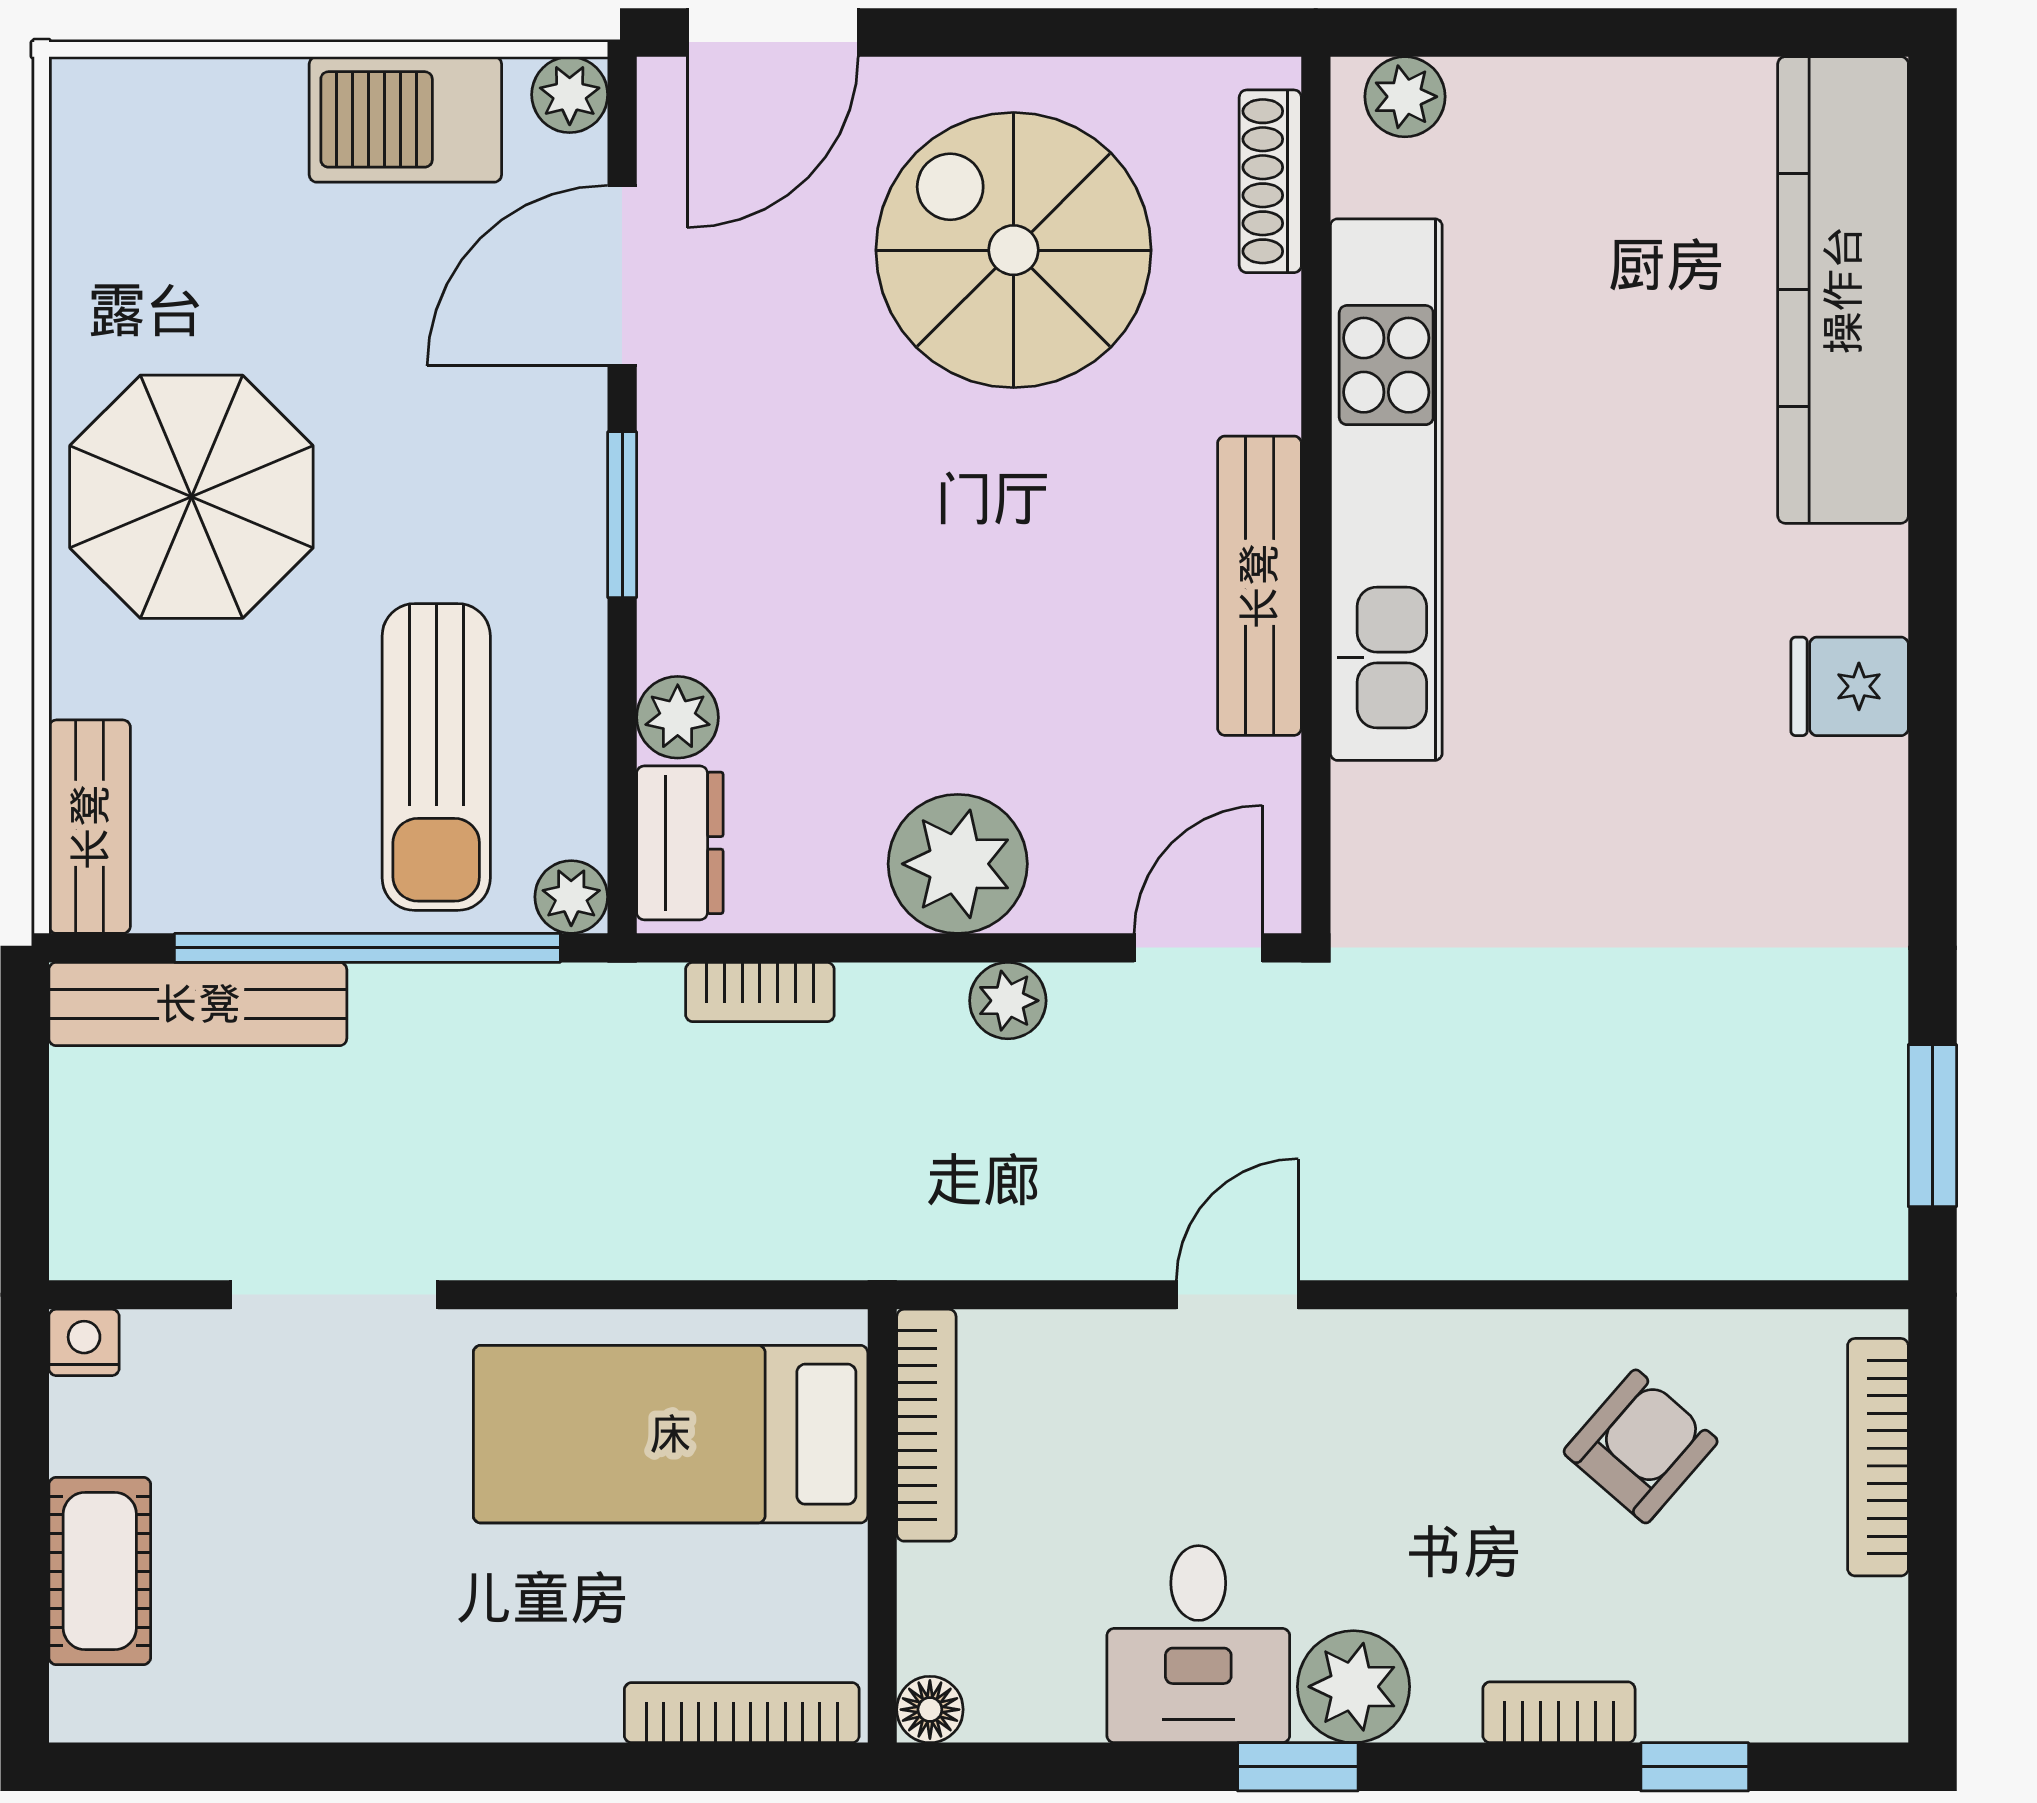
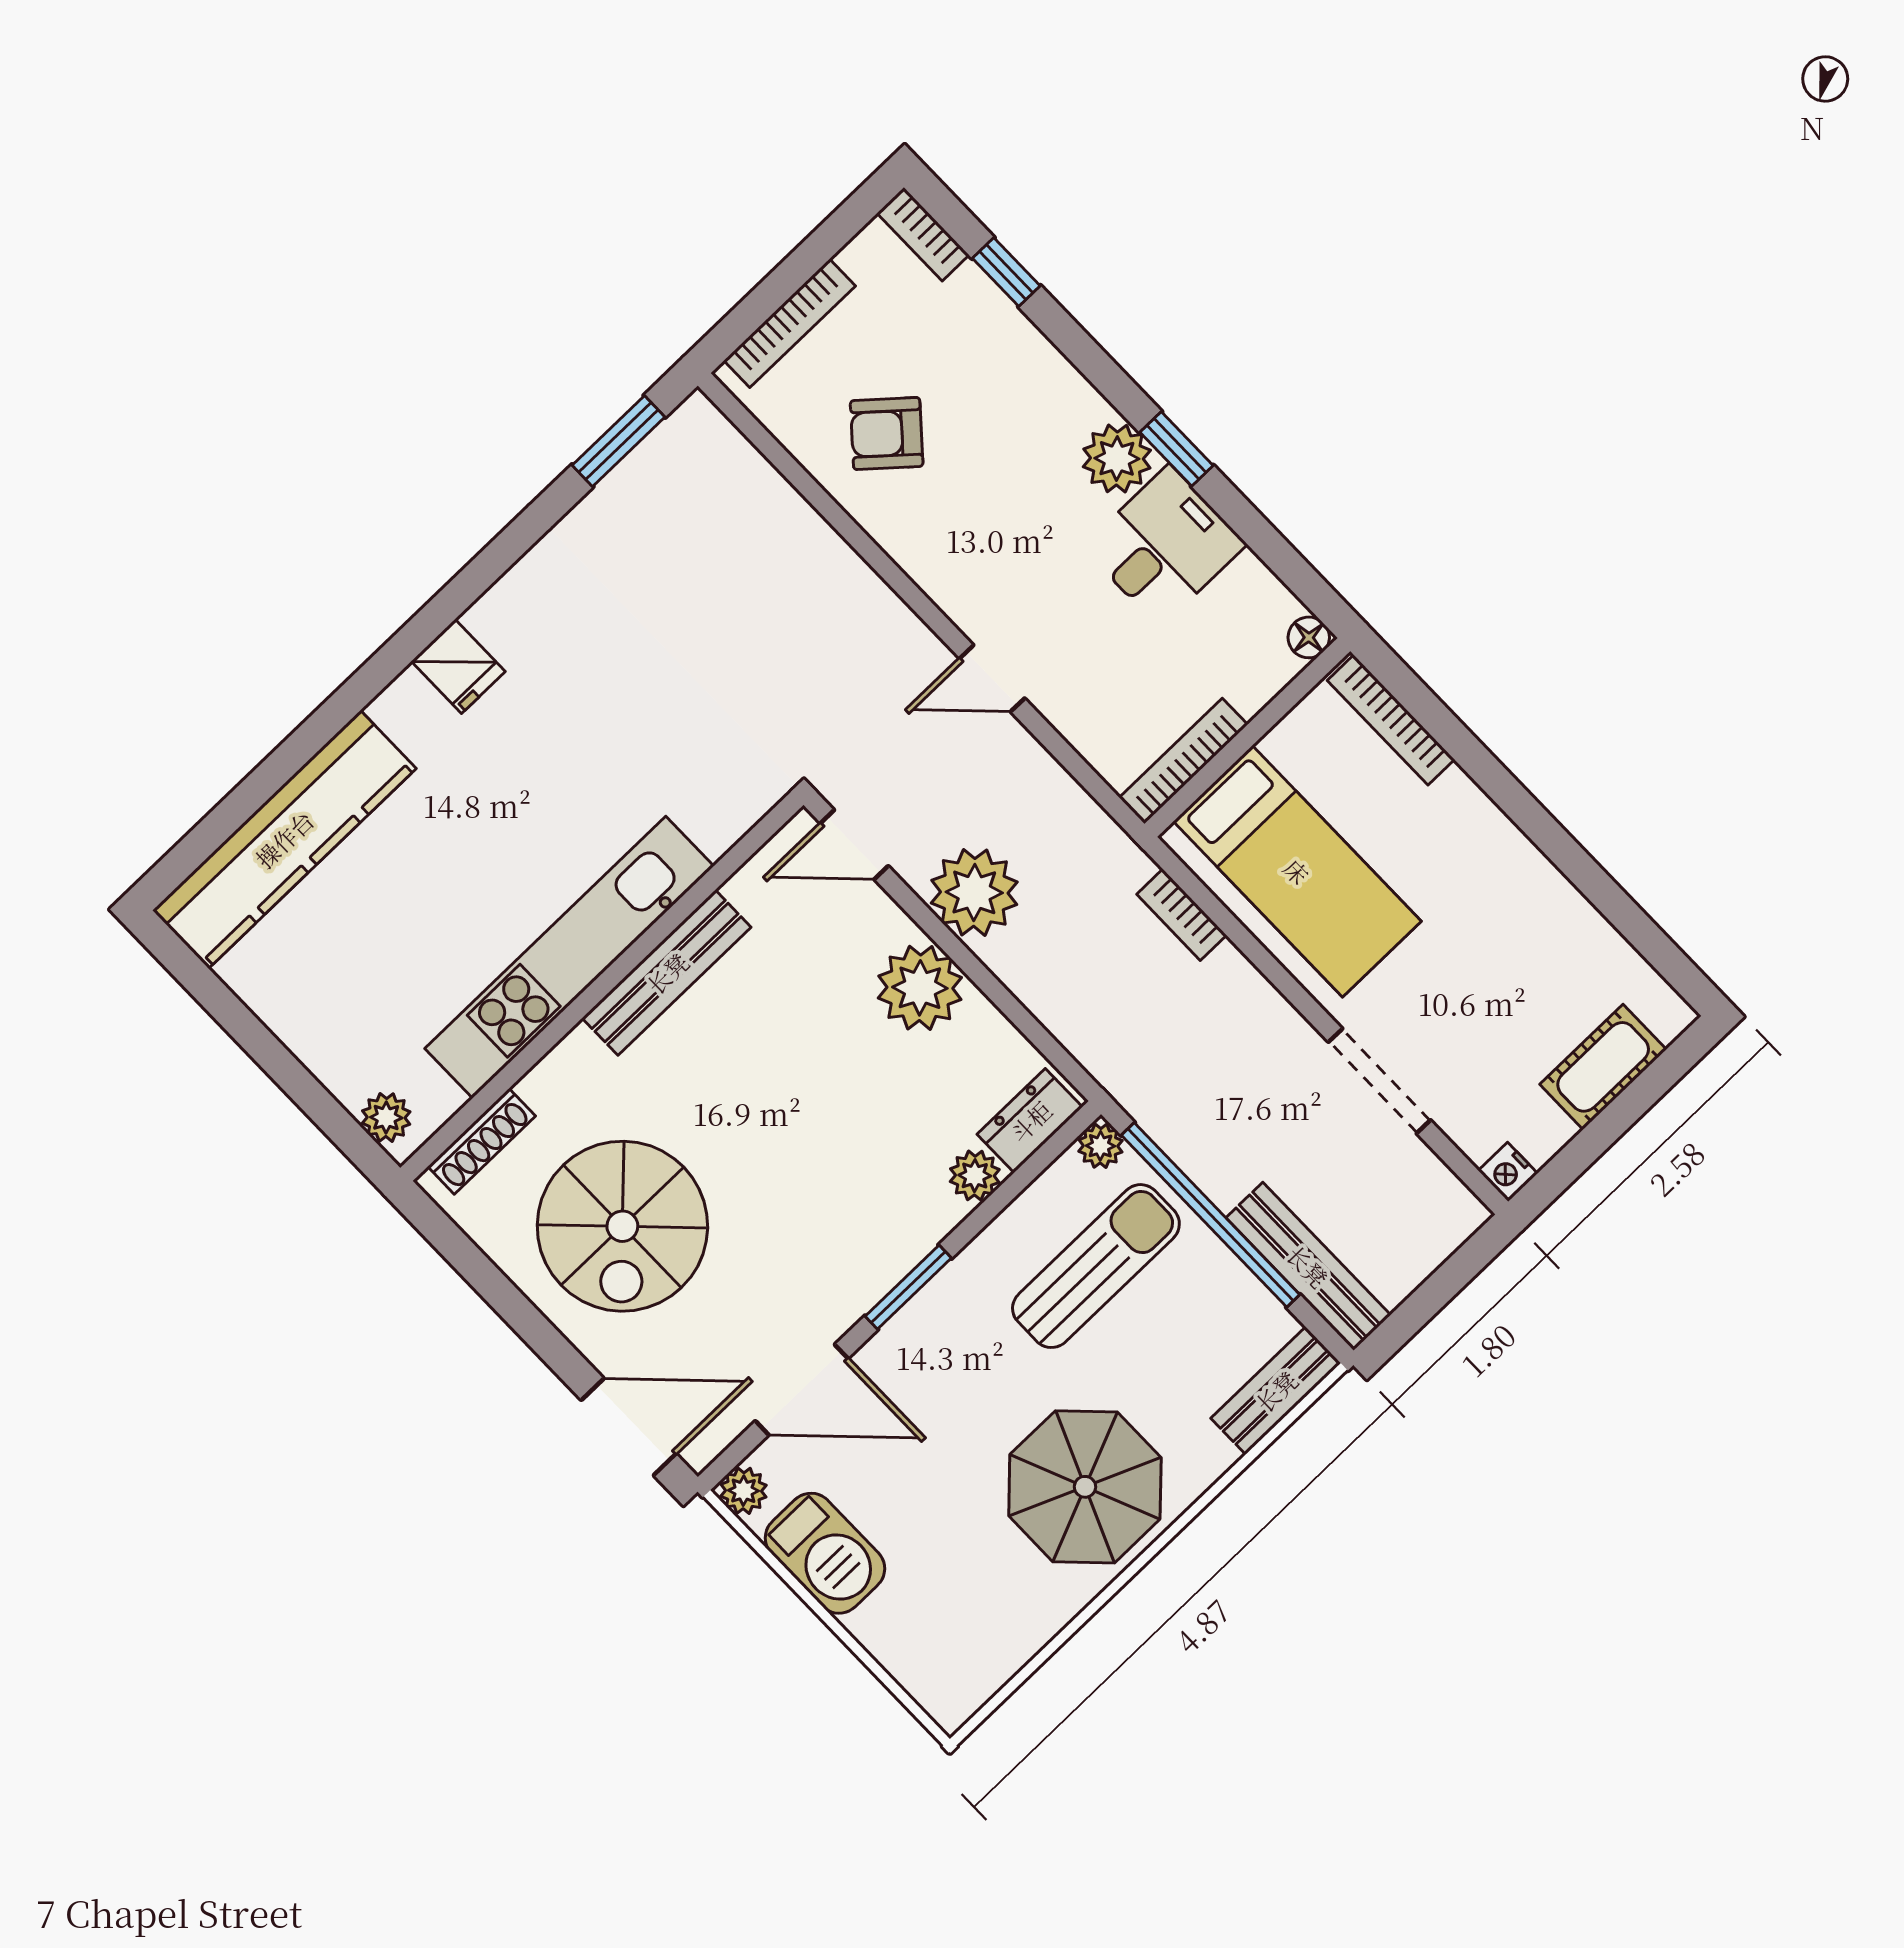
bookcase: (760, 992) -> (1182, 915), moved, turned 180
plant: (1008, 1001) -> (974, 892), width x1.88, depth x1.88
bookcase: (1559, 1712) -> (923, 234), moved

